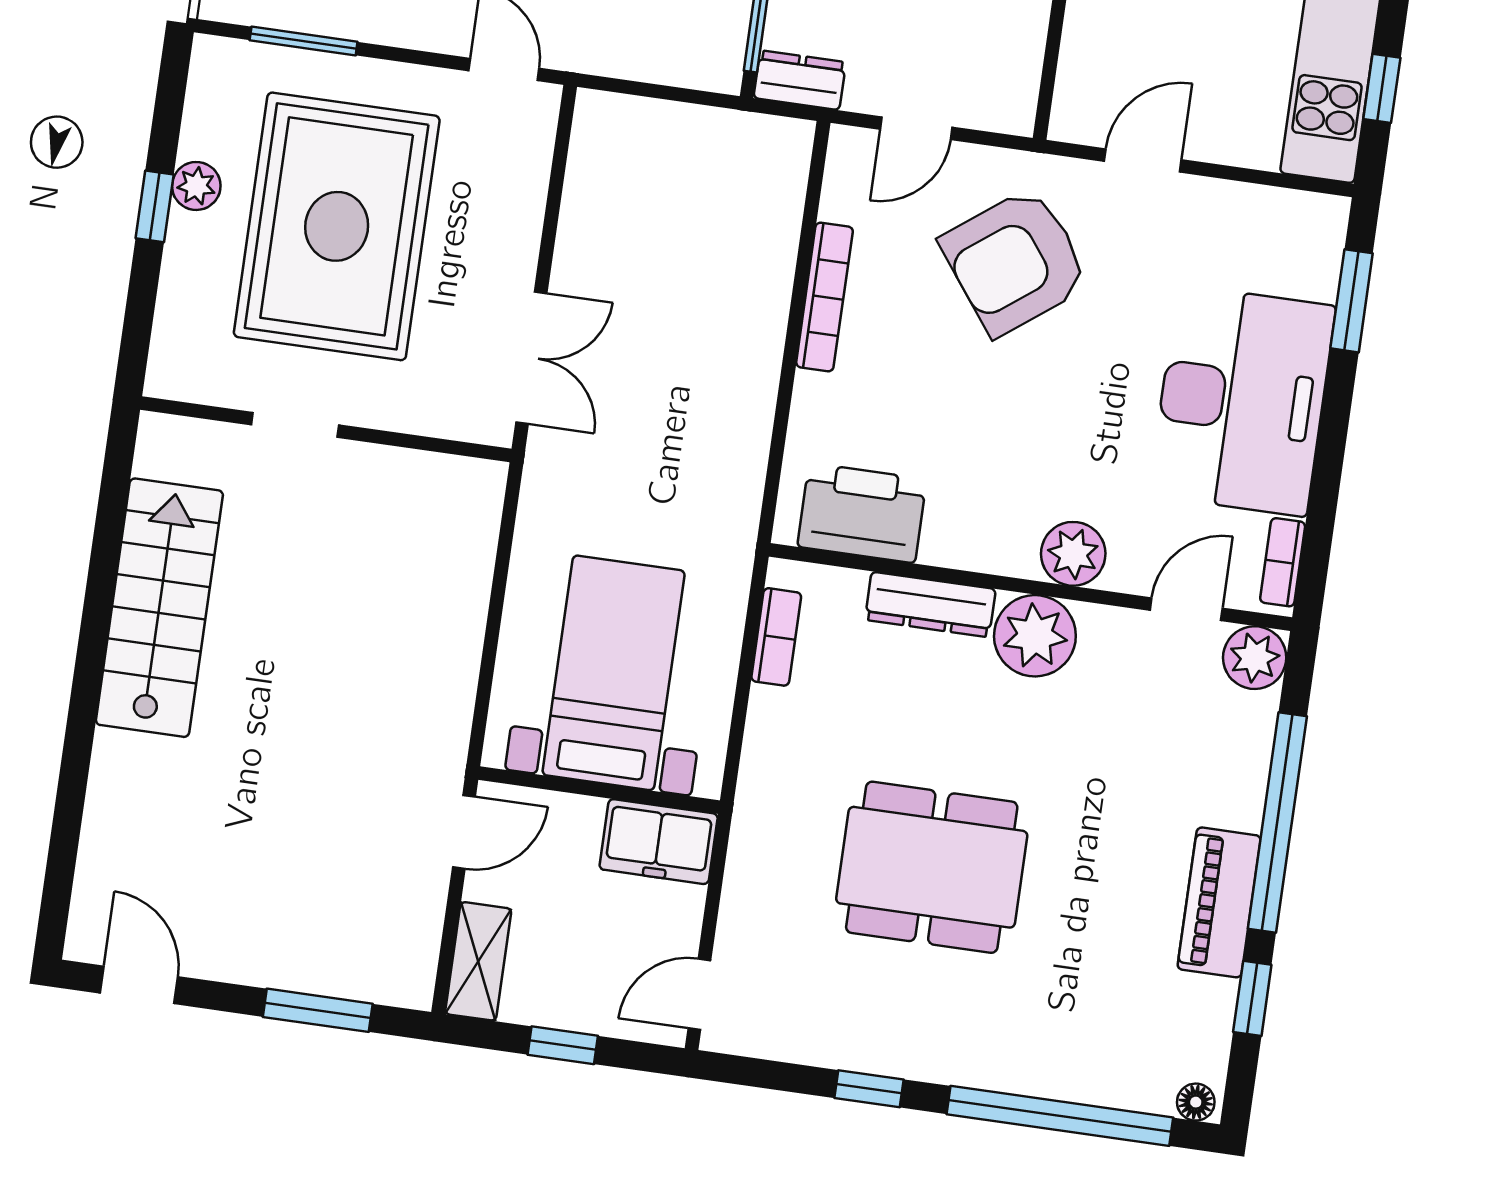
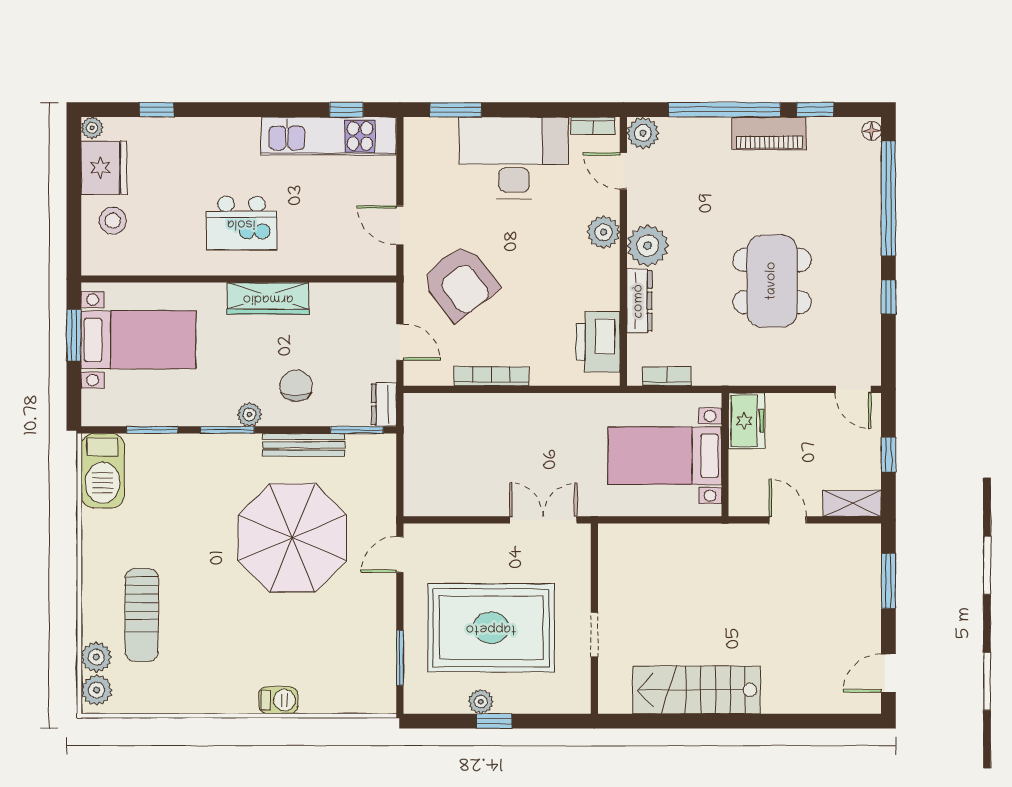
bed with nightstands: (614, 673) -> (665, 456), moved
wall: (599, 790) -> (725, 455), moved
freezer: (659, 842) -> (747, 421), moved

